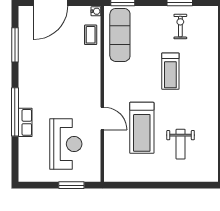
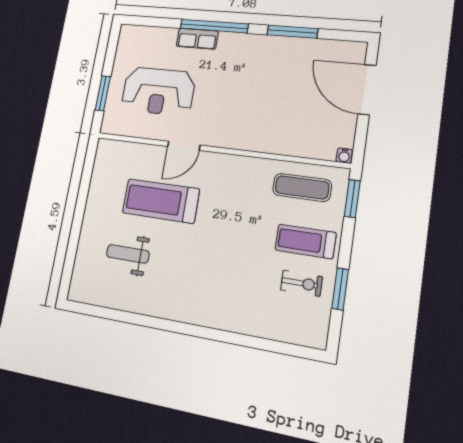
coffee table: (91, 35) -> (309, 143), removed
exercise mat: (120, 35) -> (302, 187), width x0.73, depth x0.69
window: (15, 45) -> (292, 32), moved
treadmill: (170, 71) -> (305, 241), moved

